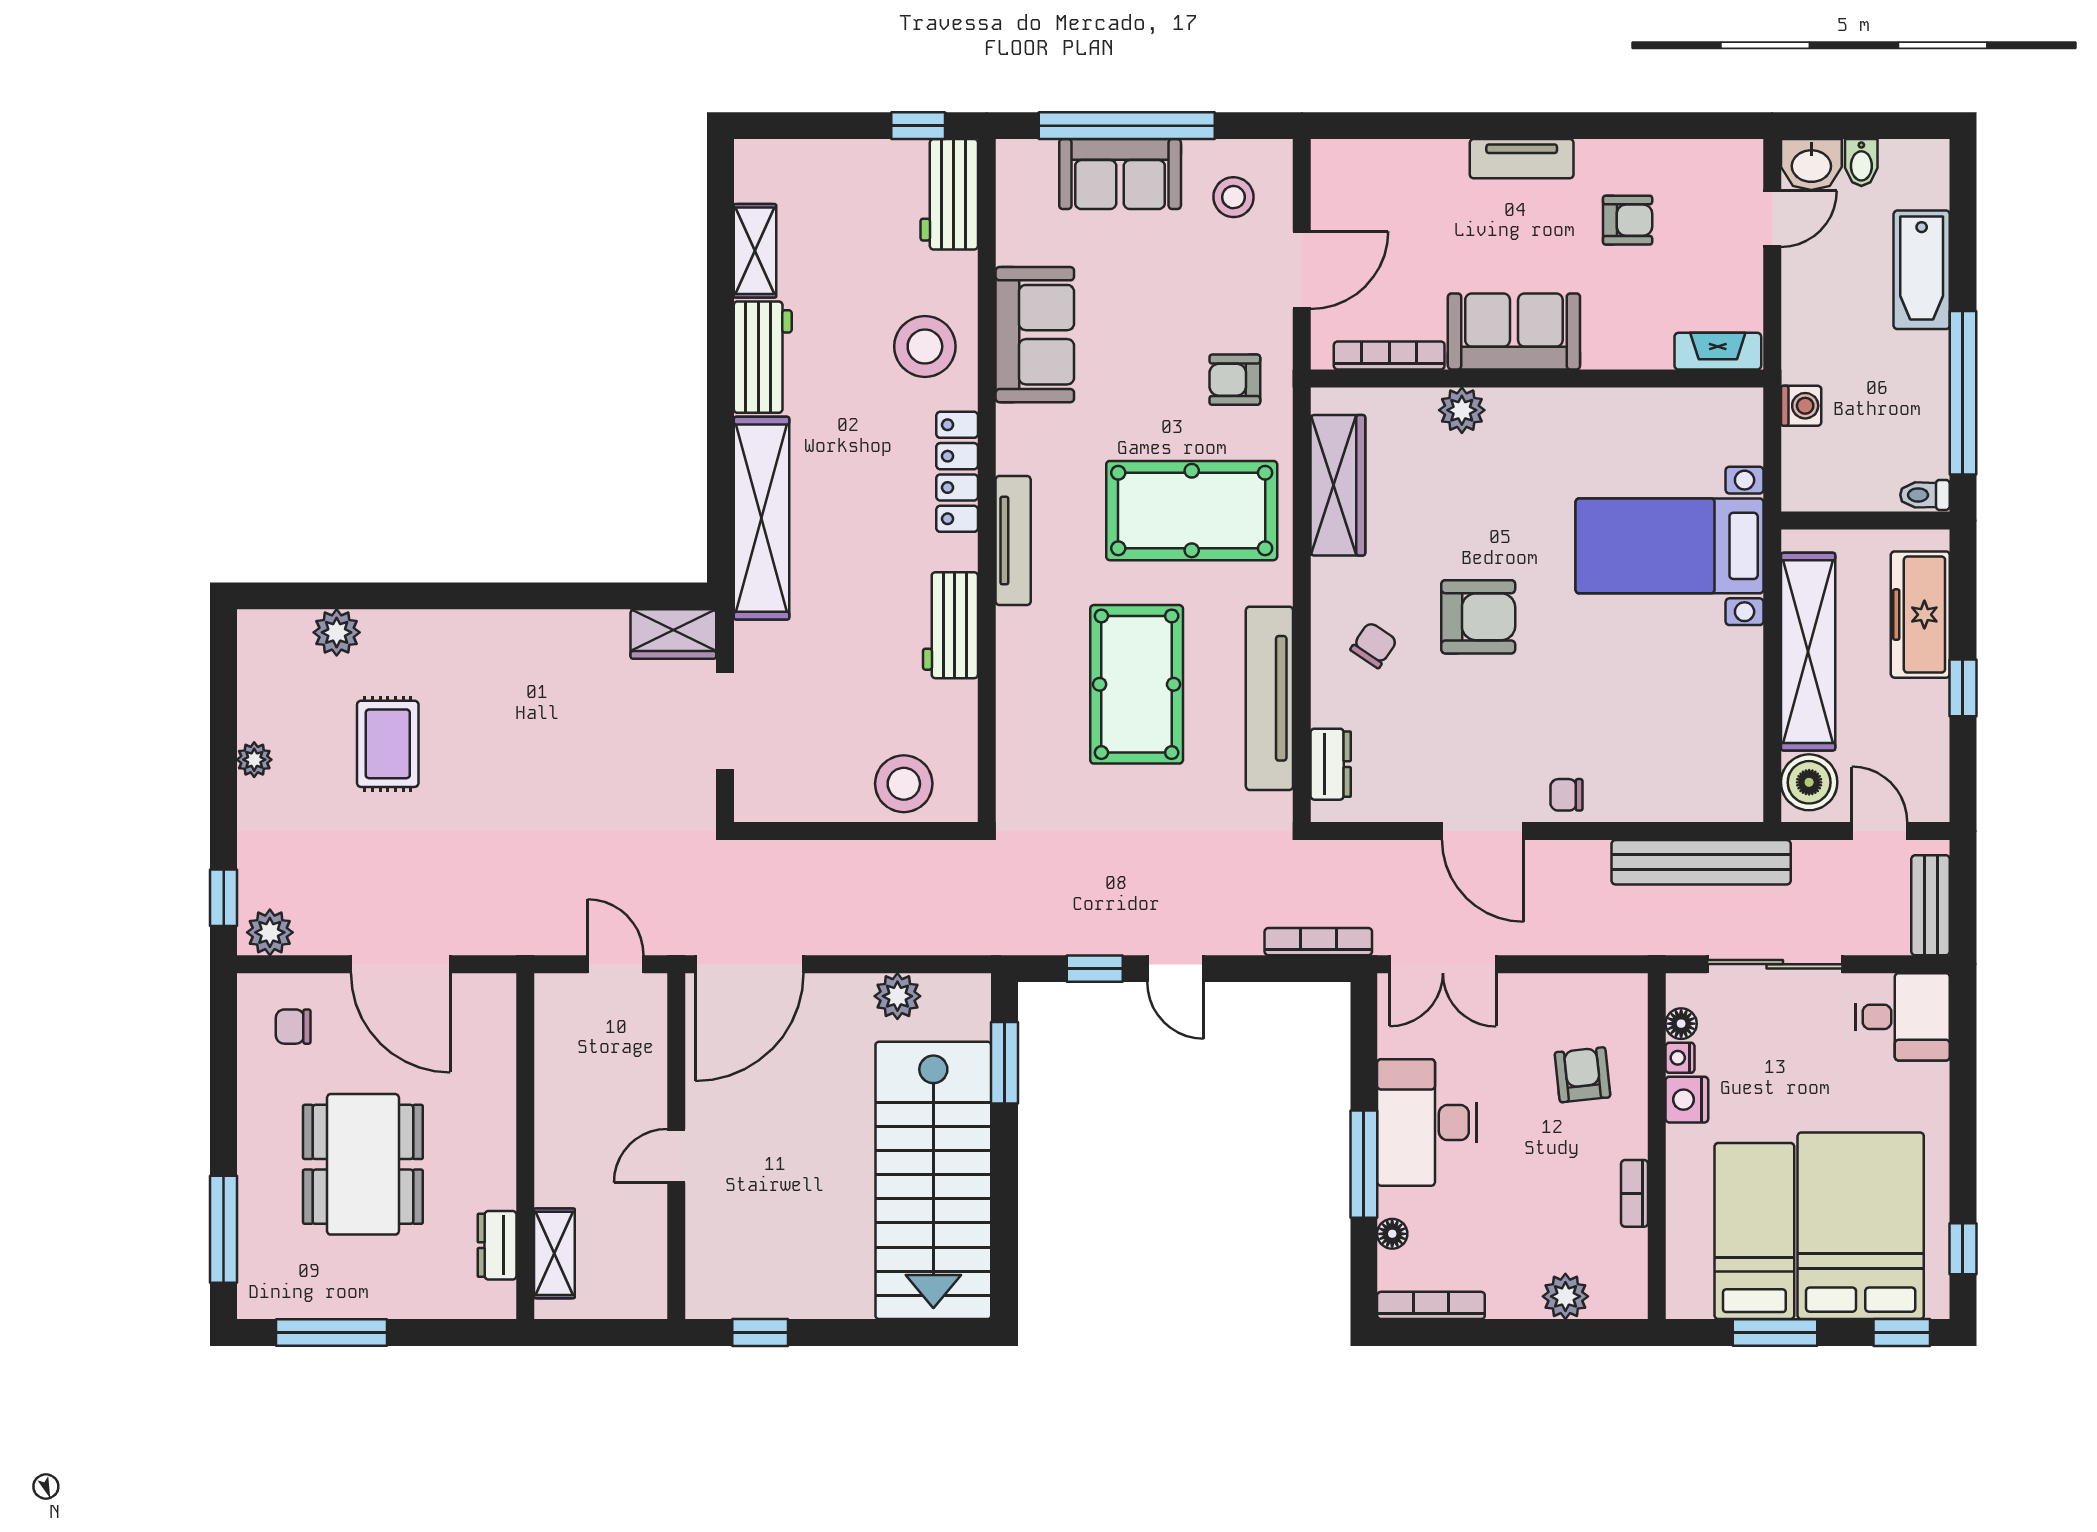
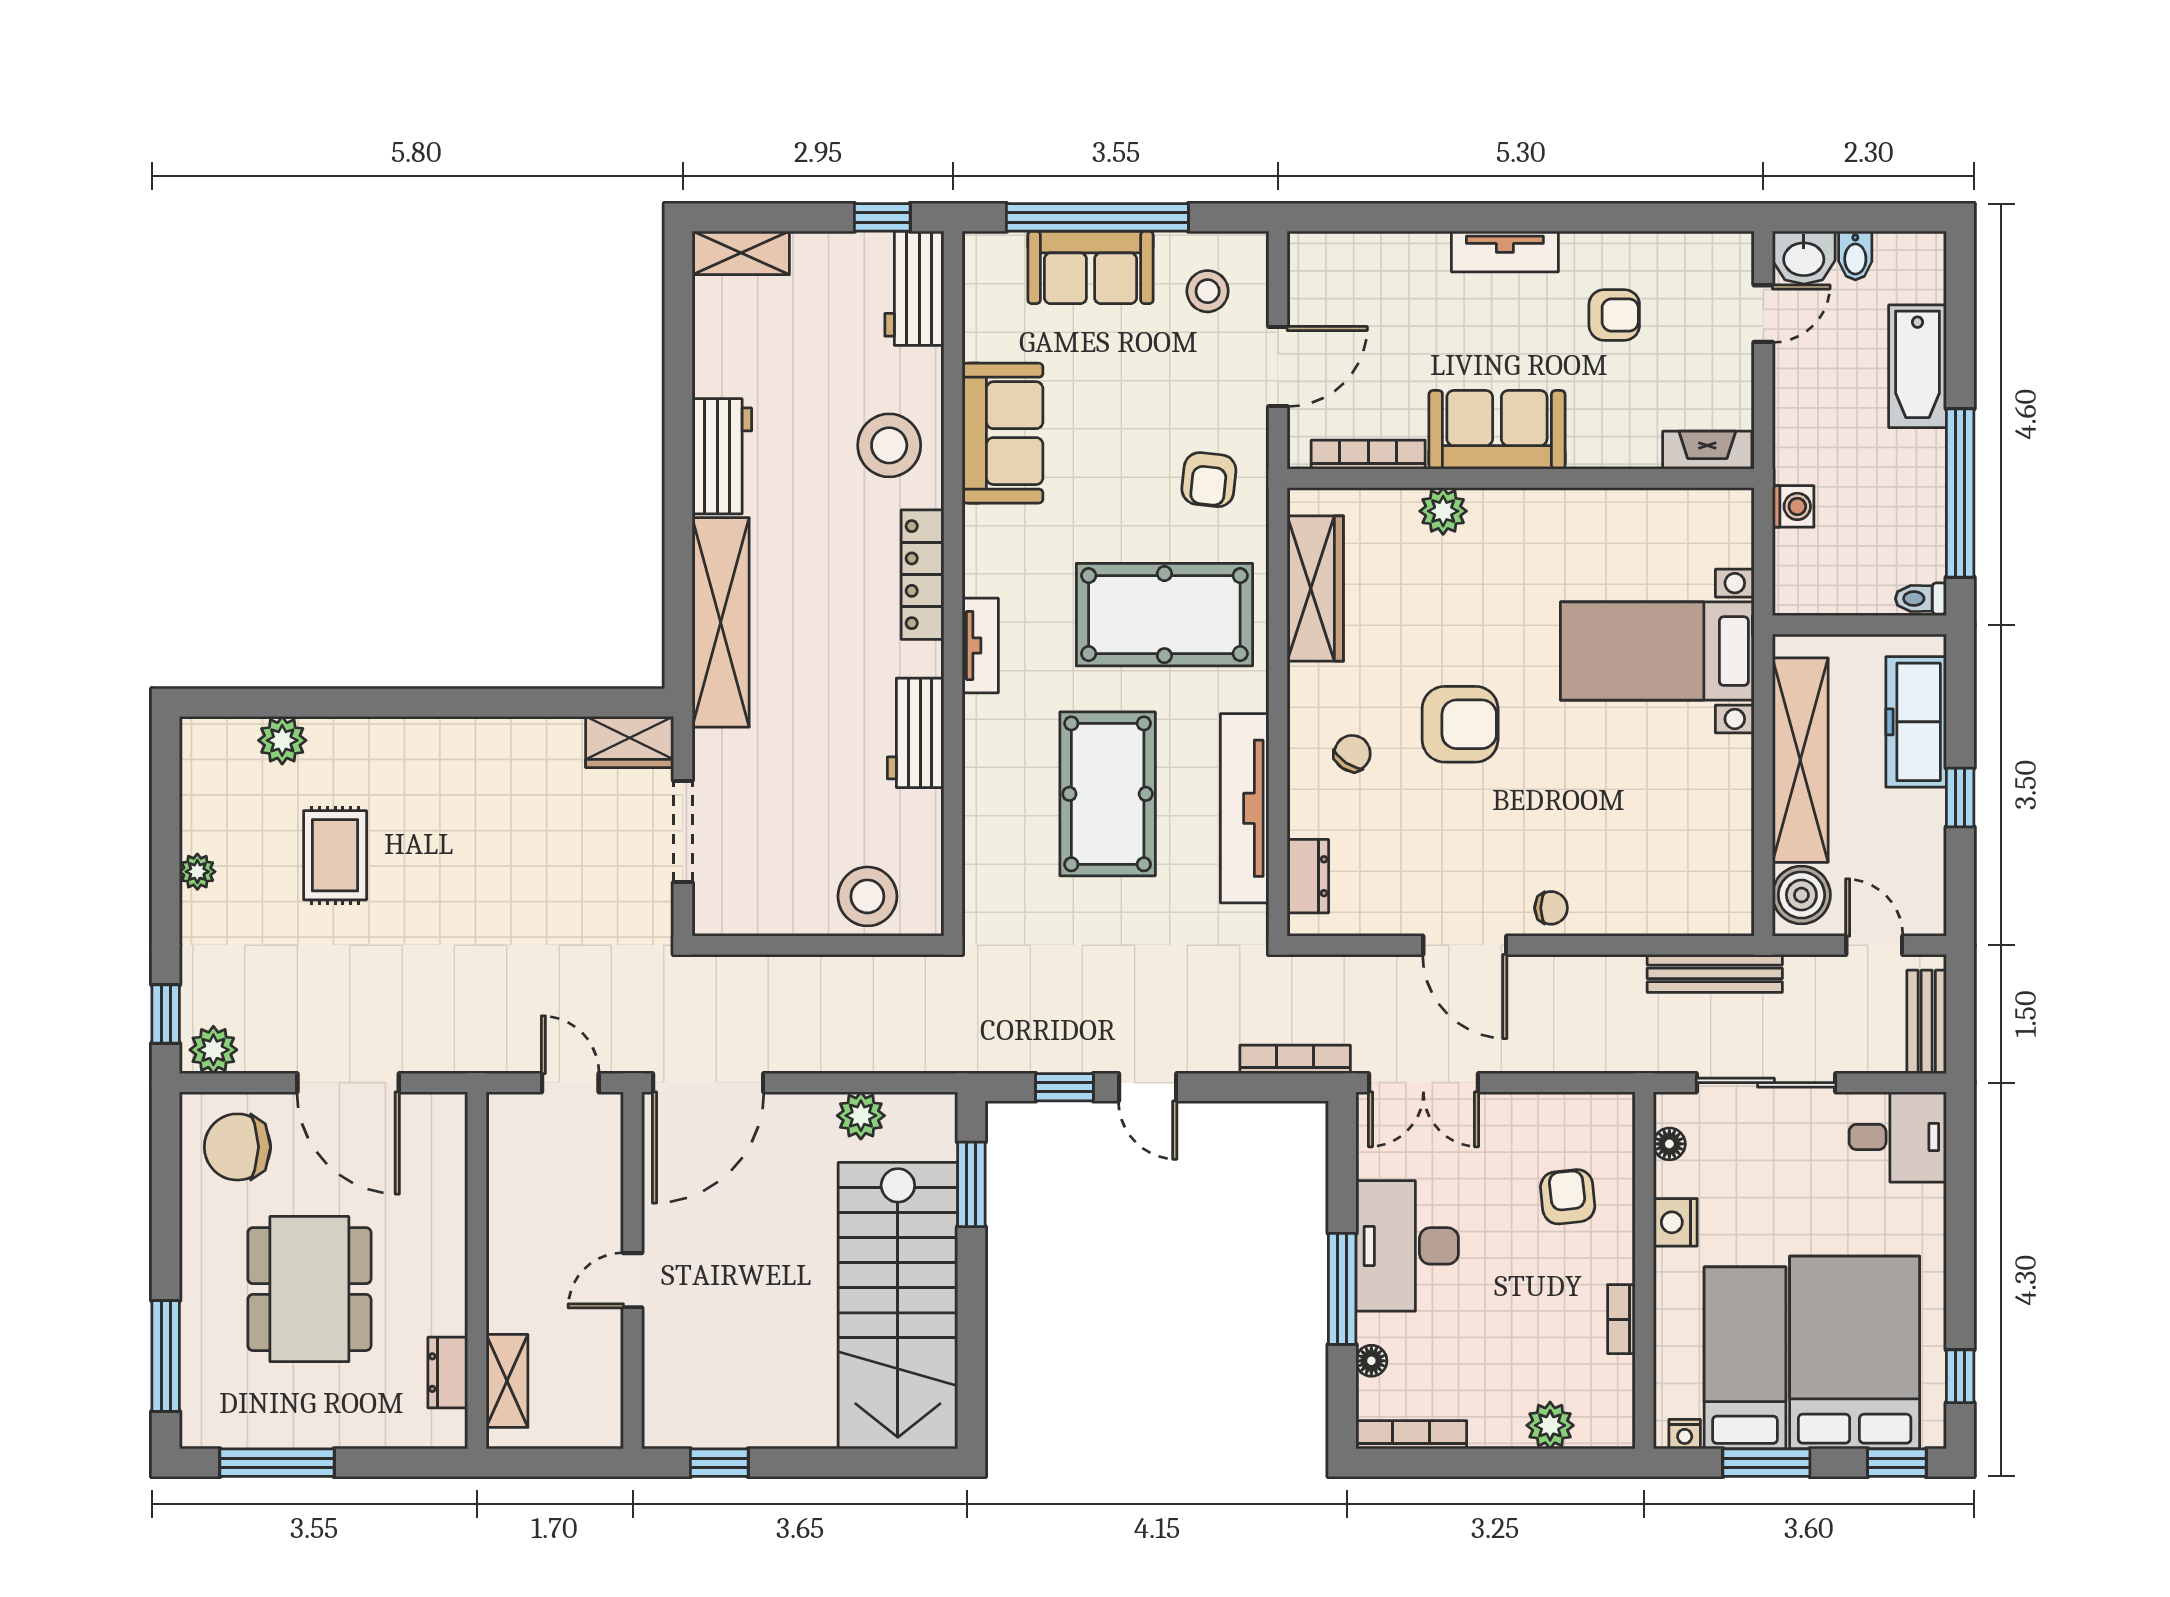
shelving: (755, 251) -> (741, 253), moved, turned 90
armchair: (1235, 380) -> (1209, 480), turned -84
tv unit: (1013, 541) -> (980, 646), width x0.71
chair: (1566, 795) -> (1551, 908), turned 180
bench: (1701, 862) -> (1715, 973), width x0.73, depth x0.82
chair: (293, 1027) -> (237, 1147), width x1.87, depth x1.87
nightstand: (1680, 1058) -> (1685, 1434), moved, turned -90

